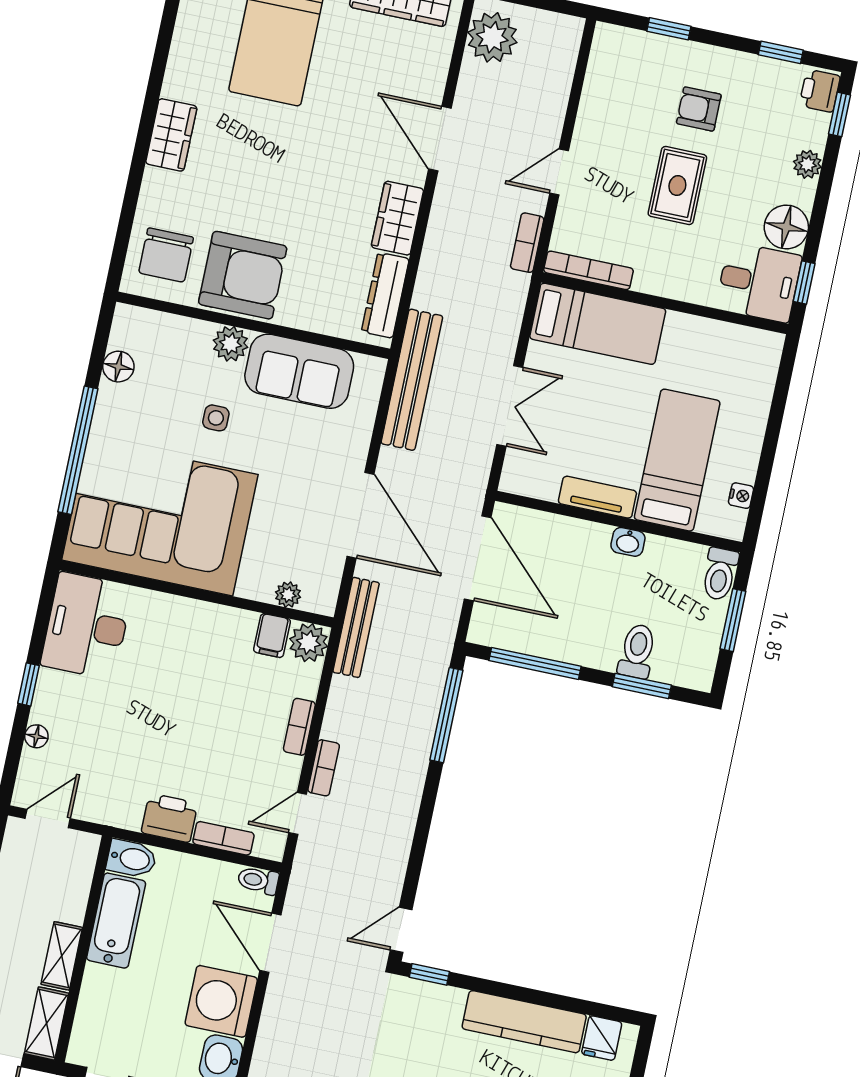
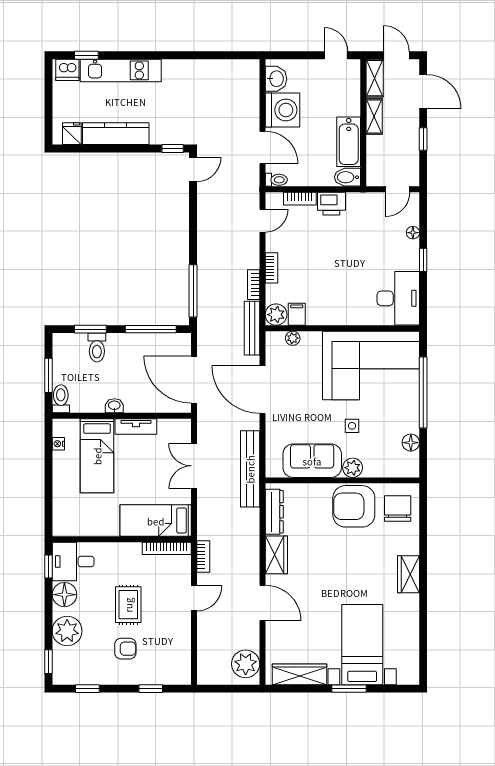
printer: (820, 91) -> (62, 672), removed
plant: (807, 164) -> (67, 631), width x1.87, depth x1.87
bookcase: (324, 768) -> (254, 285), moved

